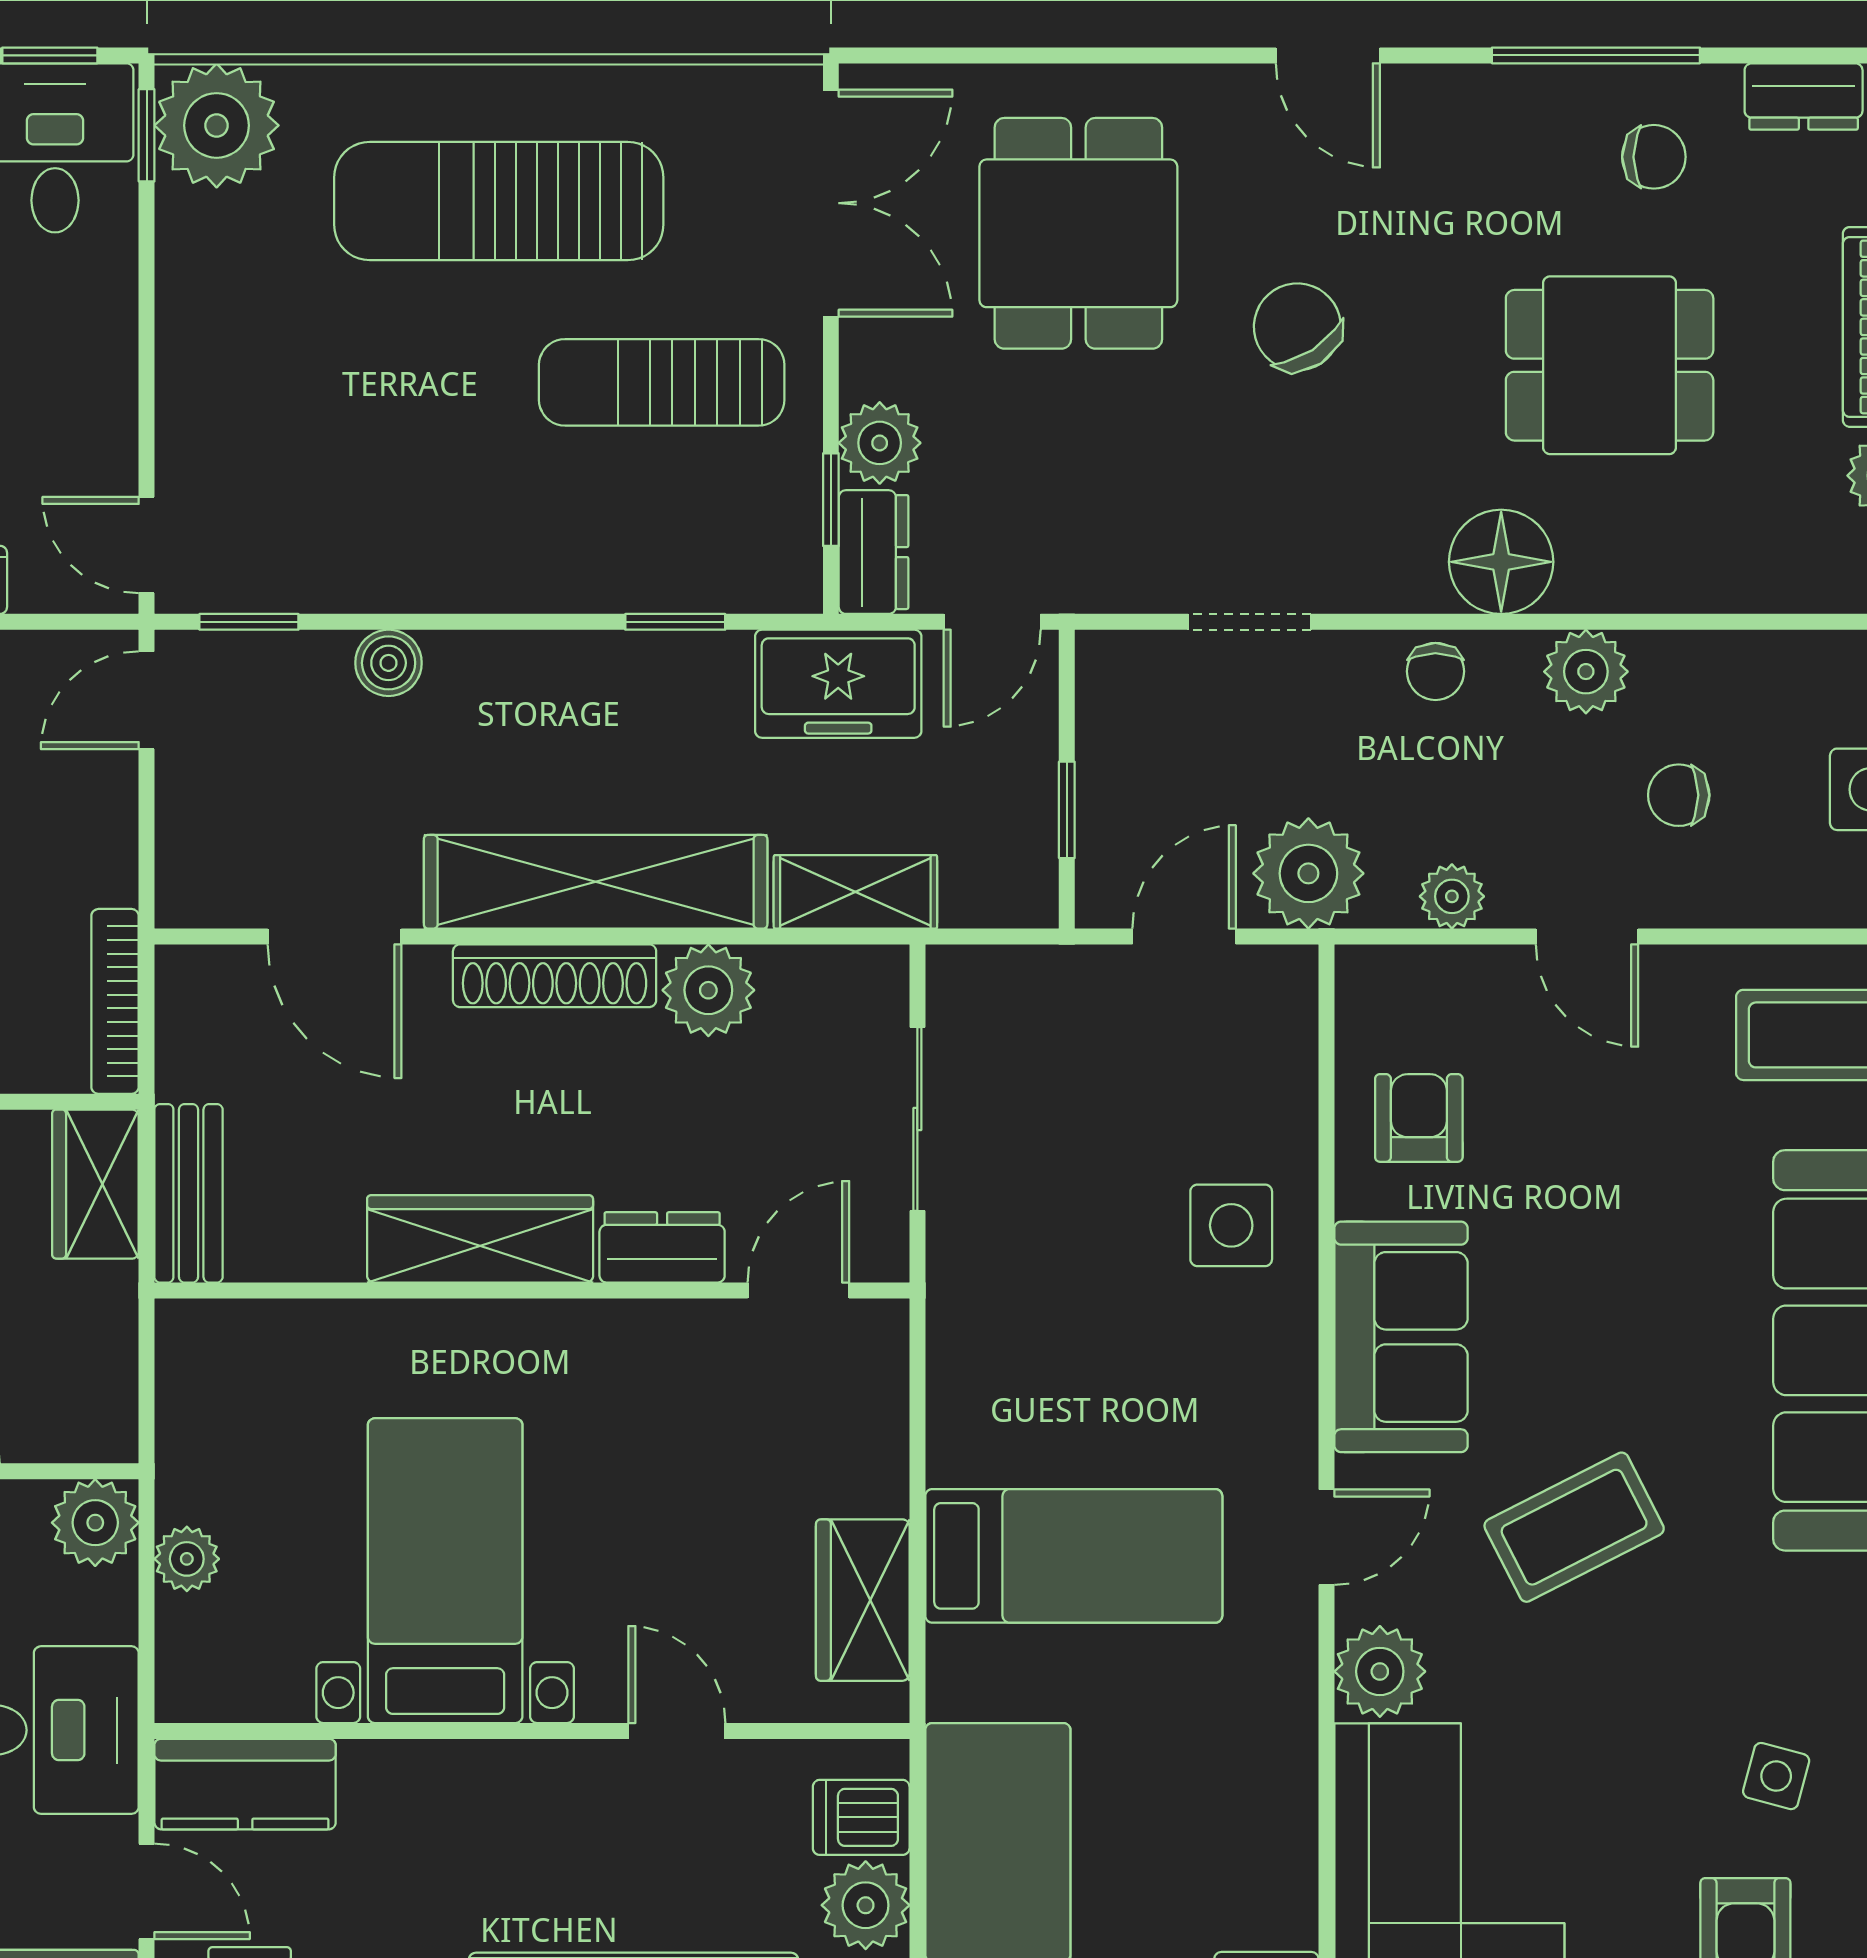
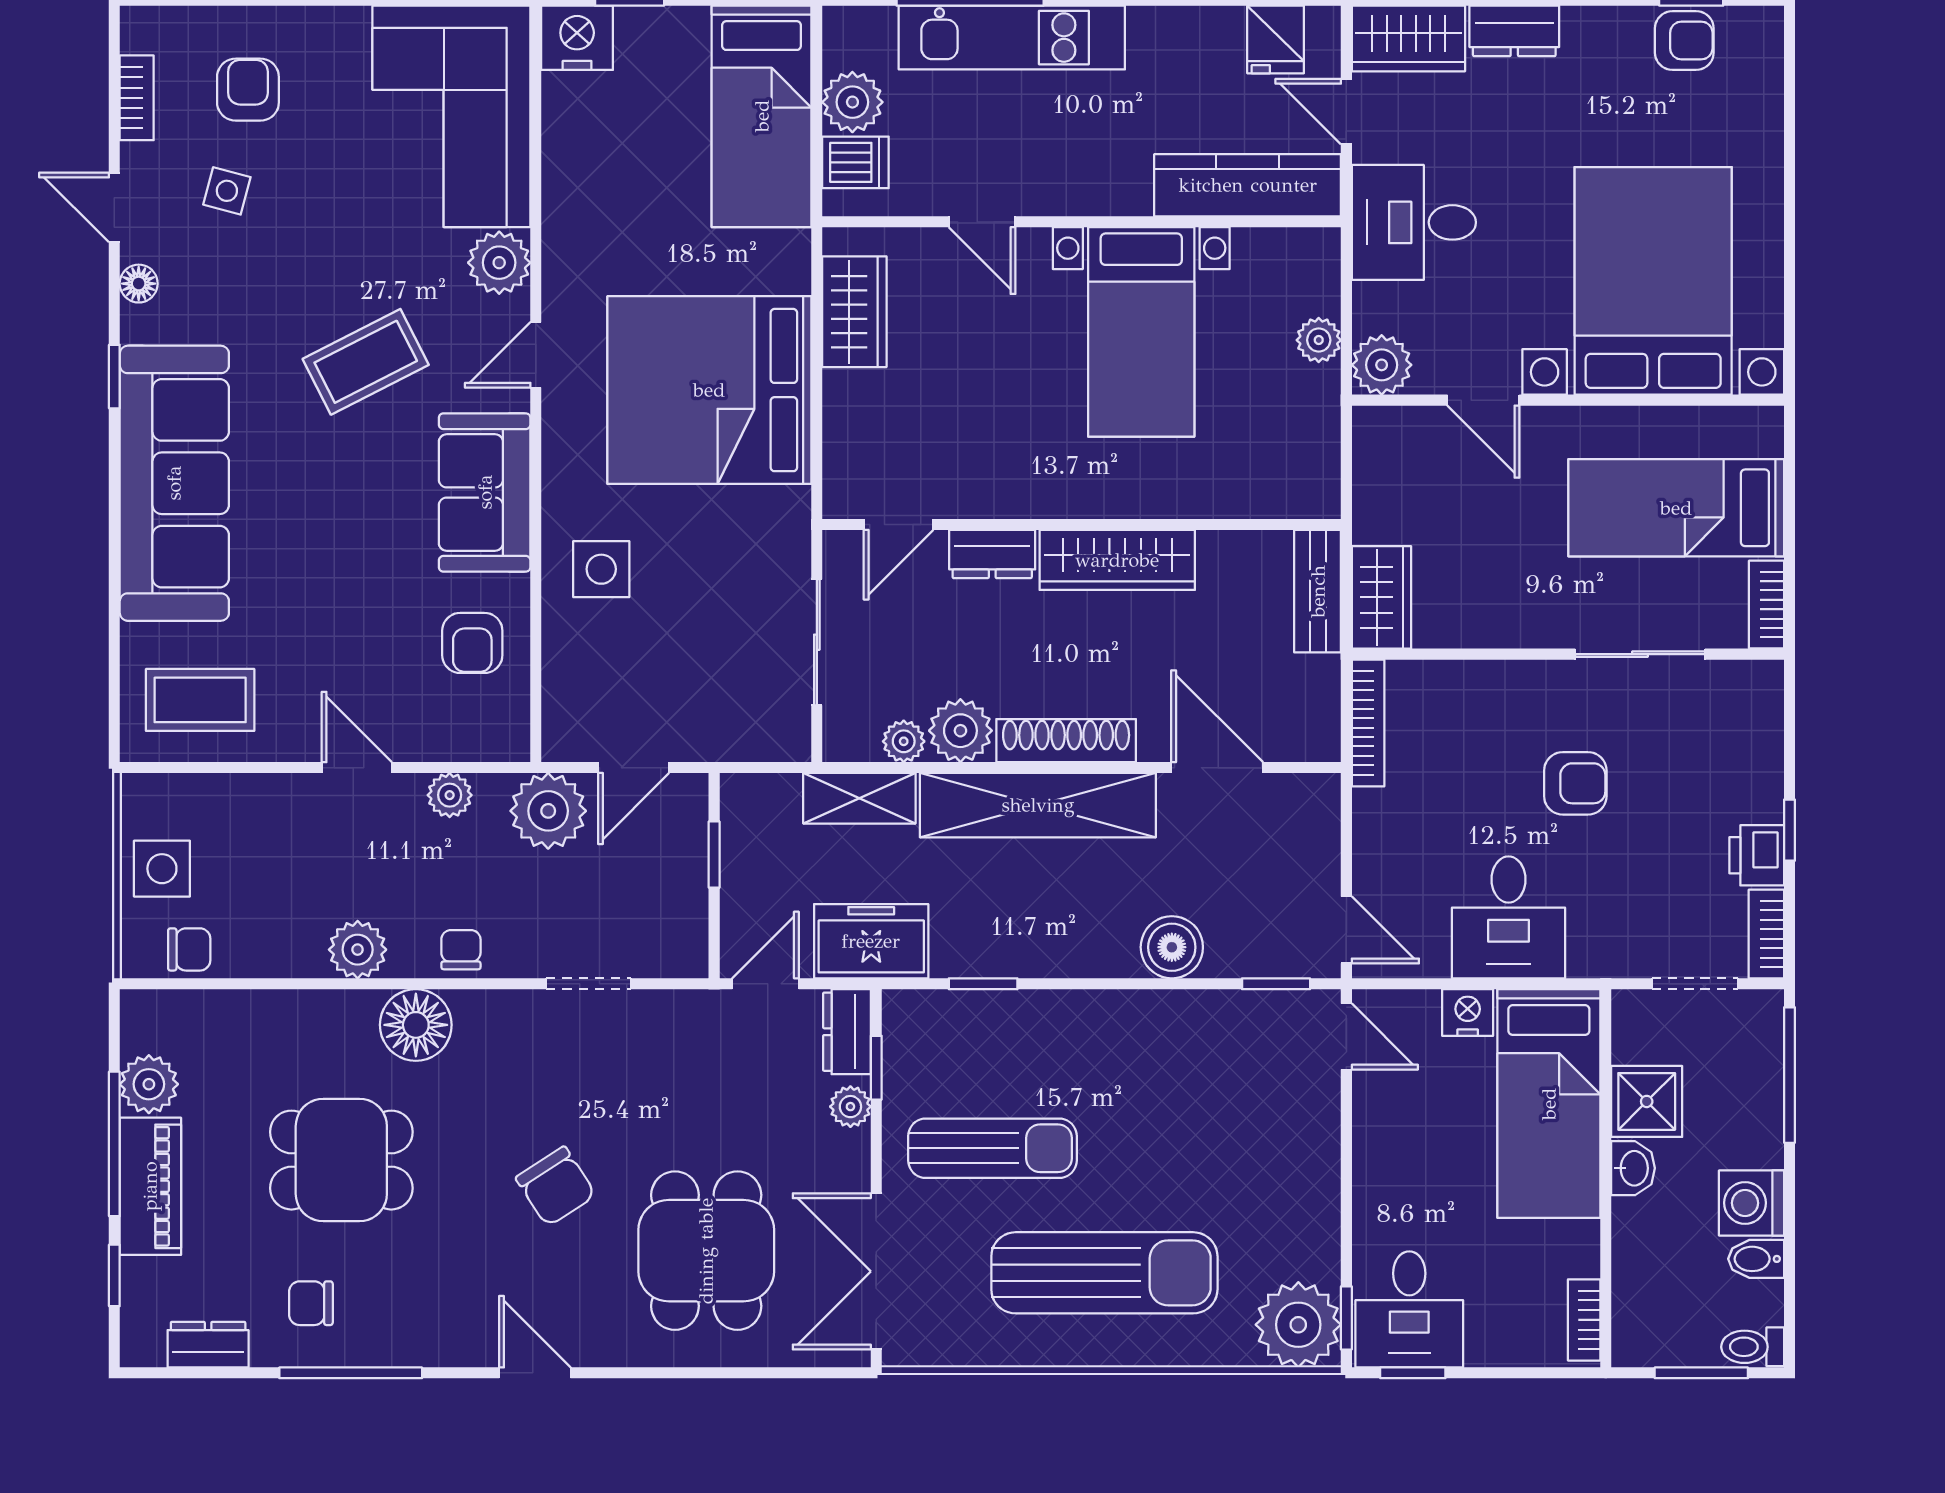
plant: (880, 443) -> (850, 1107), width x0.73, depth x0.73
boiler: (389, 663) -> (1172, 947), width x1.36, depth x1.36
door: (147, 700) -> (1346, 930), hinge flipped
chair: (1679, 795) -> (189, 949), moved
plant: (791, 975) -> (904, 741), added
bed: (1074, 1556) -> (709, 390), width x2.04
kitchen counter: (245, 1784) -> (1248, 185), width x1.50

